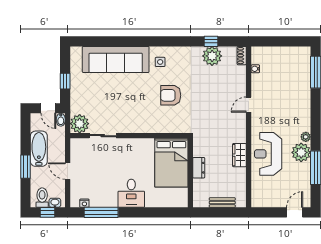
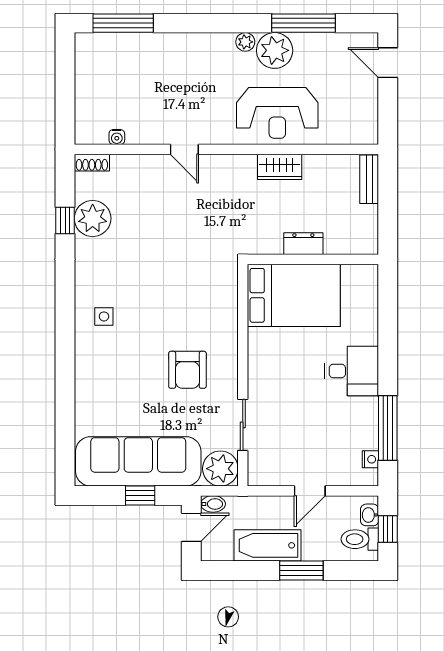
sofa: (116, 59) -> (138, 461), moved, turned -90
armchair: (171, 95) -> (187, 370), moved
bench: (222, 203) -> (369, 179), moved

